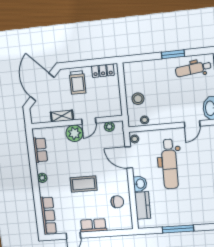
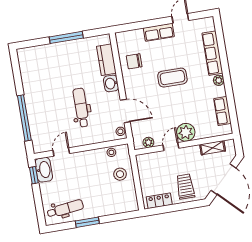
shelving: (62, 116) -> (213, 148), moved
dental chair: (170, 164) -> (81, 108), width x0.73, depth x0.72
row of seats: (48, 216) -> (212, 53), moved

